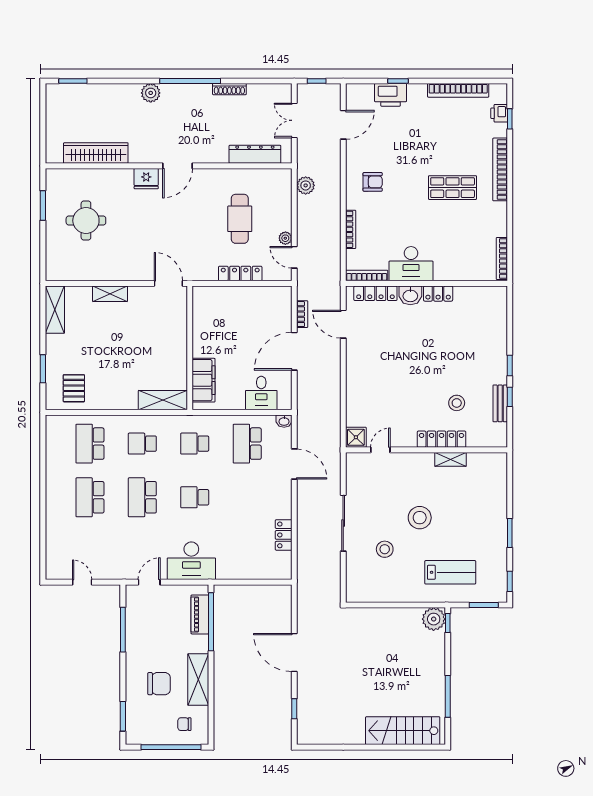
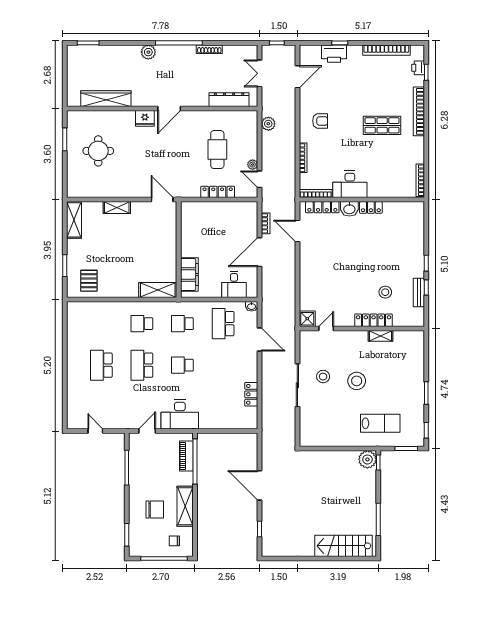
school desk: (90, 444) -> (101, 324), removed
stool: (385, 549) -> (323, 377), moved

